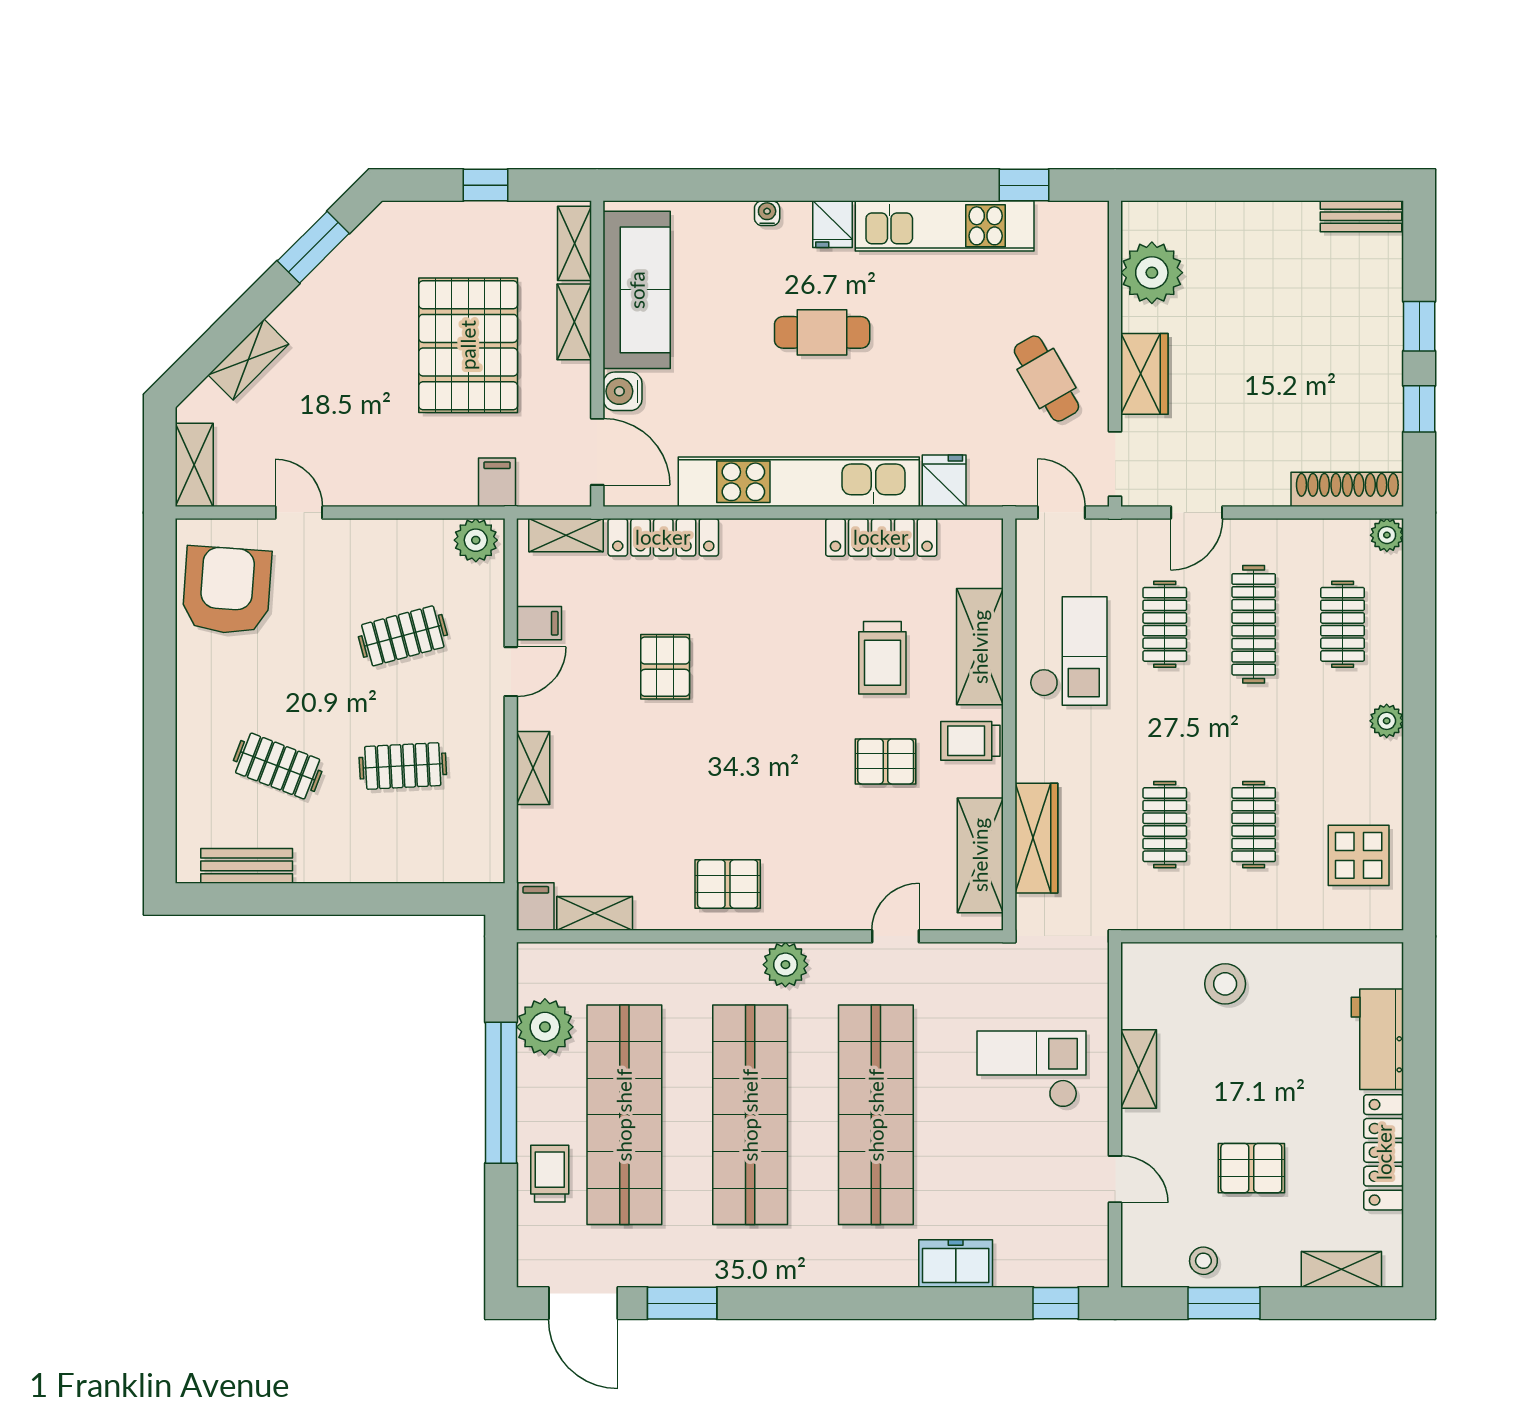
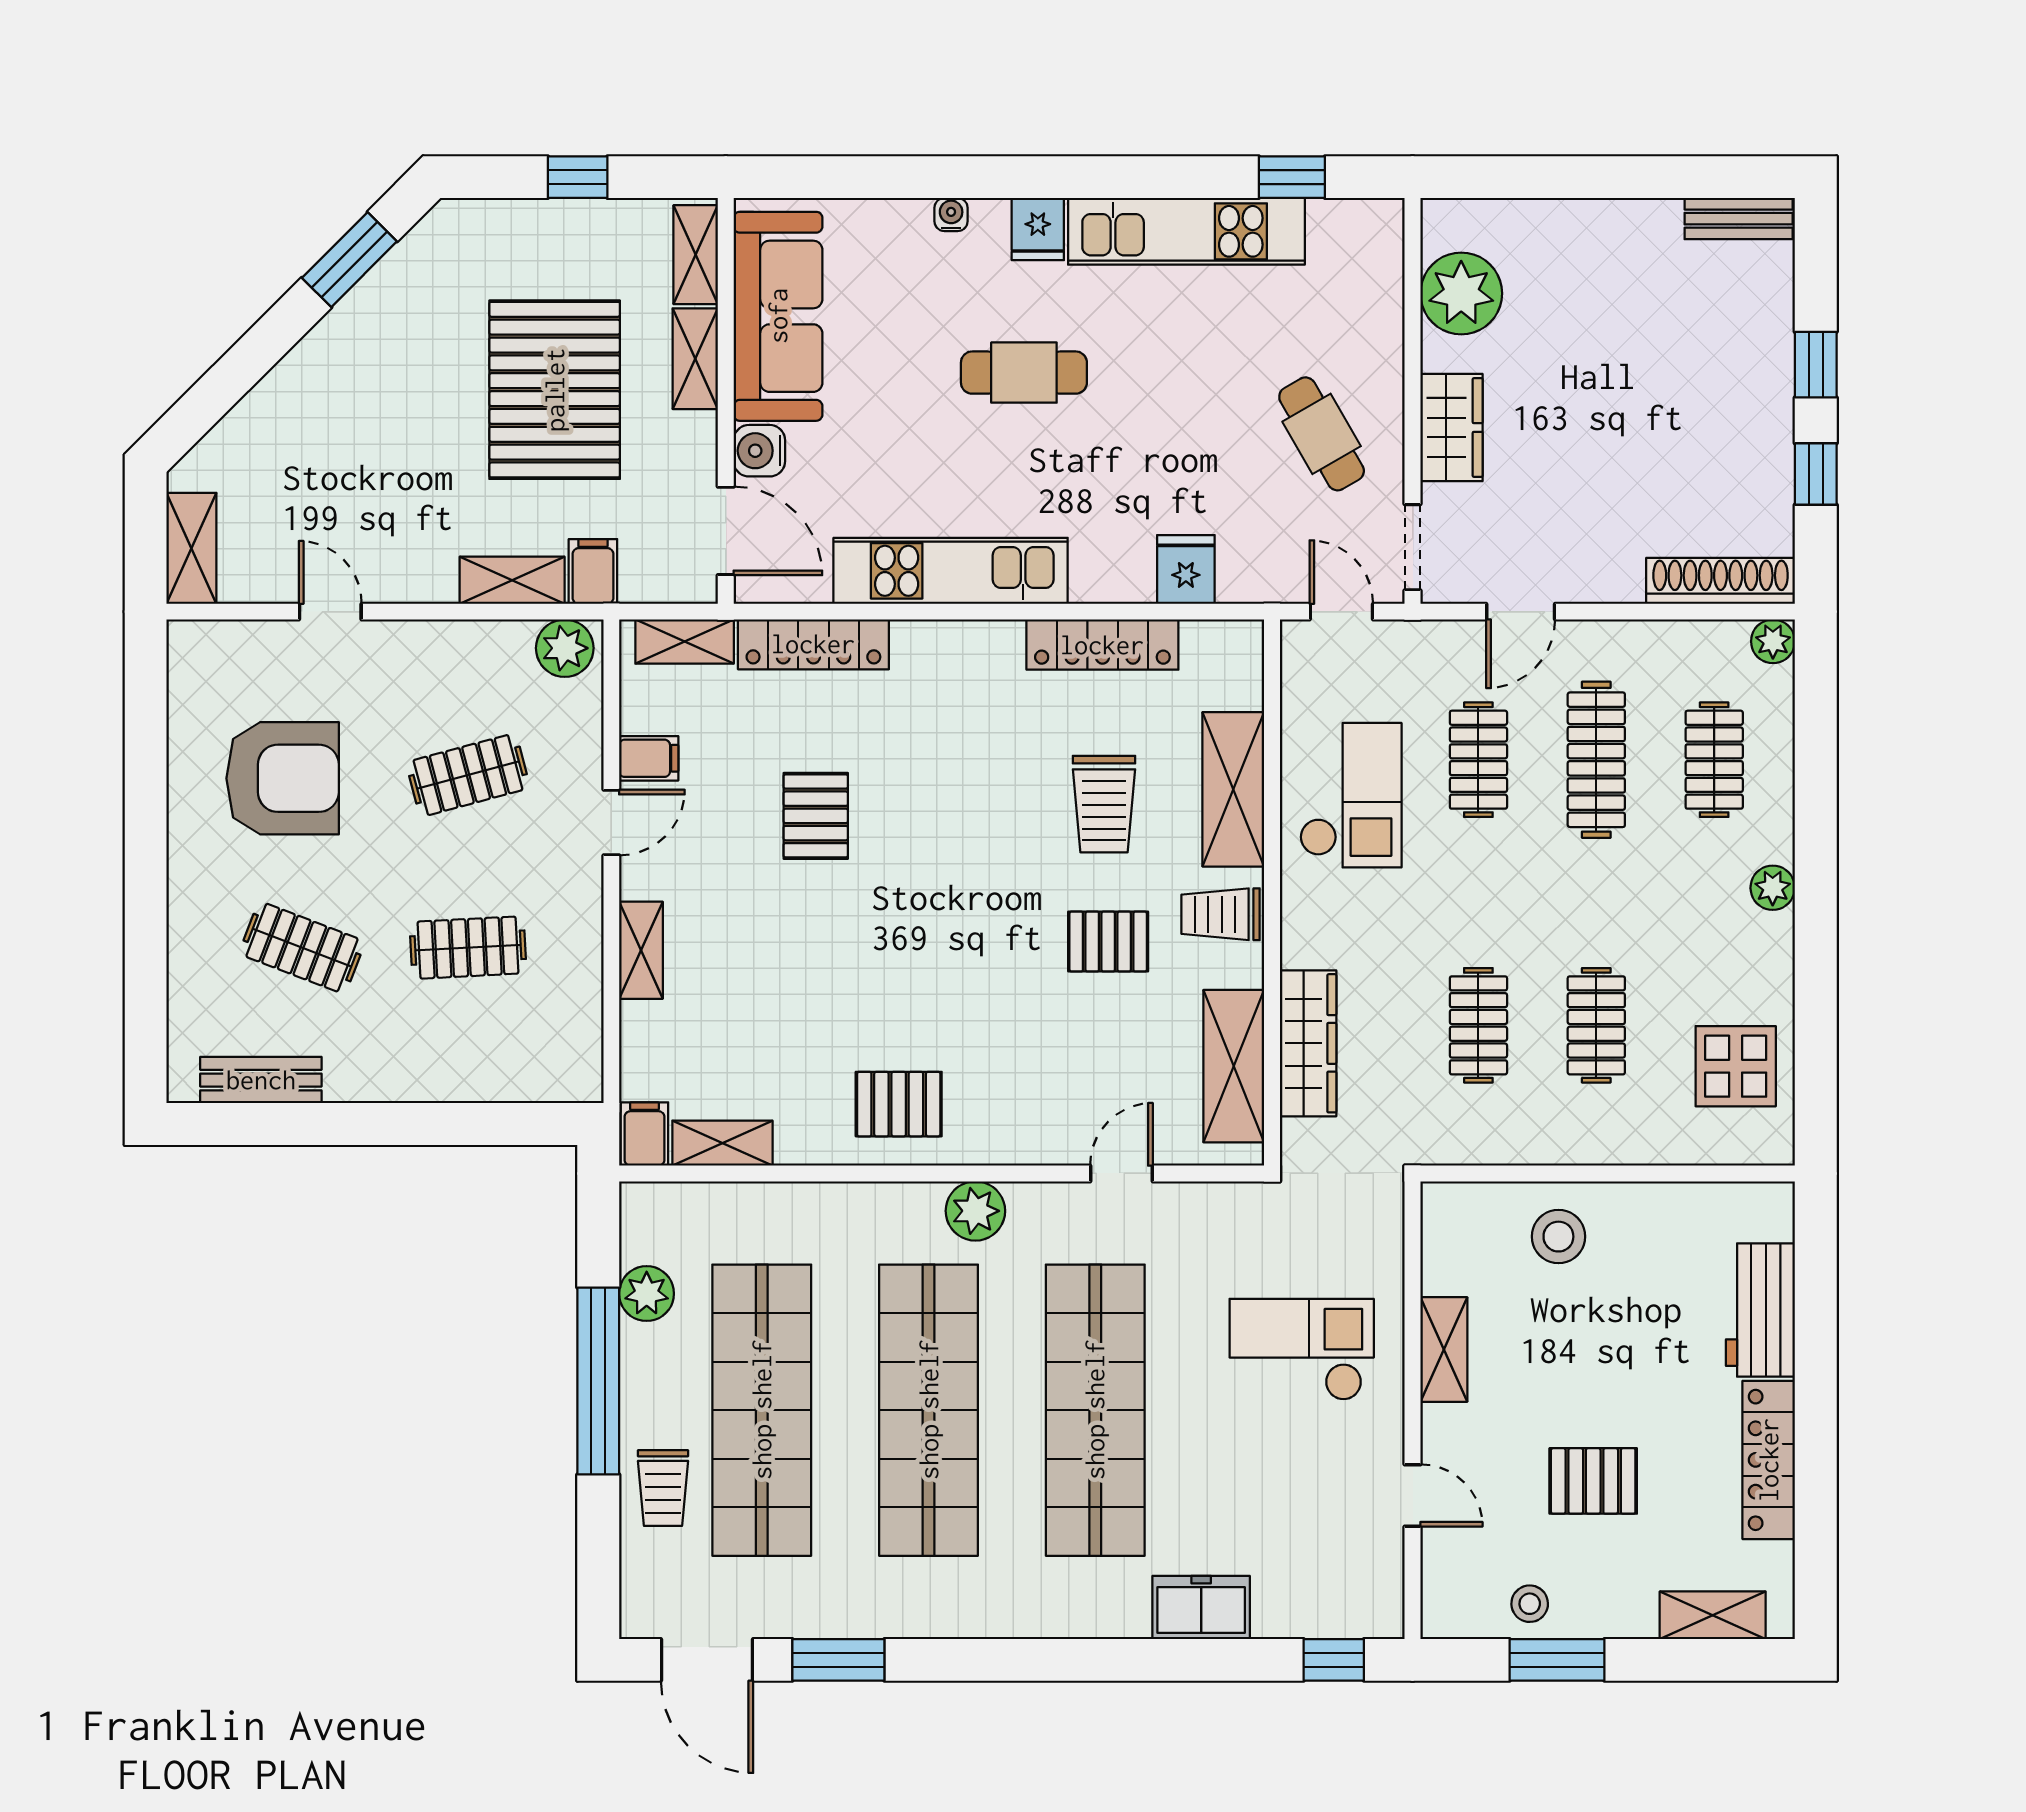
shelving: (248, 359) -> (512, 580), moved, turned 45
kitchen unit: (799, 482) -> (951, 571), width x0.73
armchair: (227, 590) -> (283, 778), moved, turned 86
plant: (545, 1027) -> (647, 1294), width x0.73, depth x0.73
trolley: (550, 1174) -> (663, 1488), turned 180

